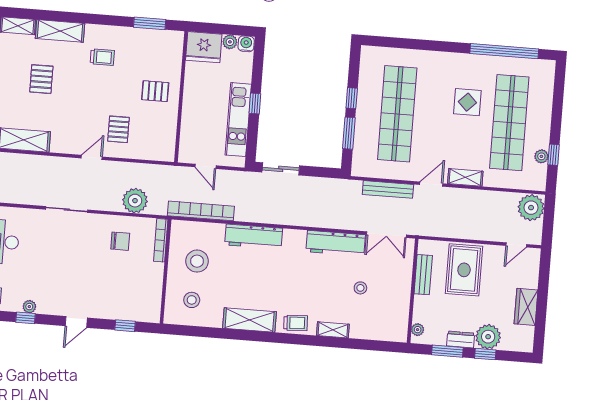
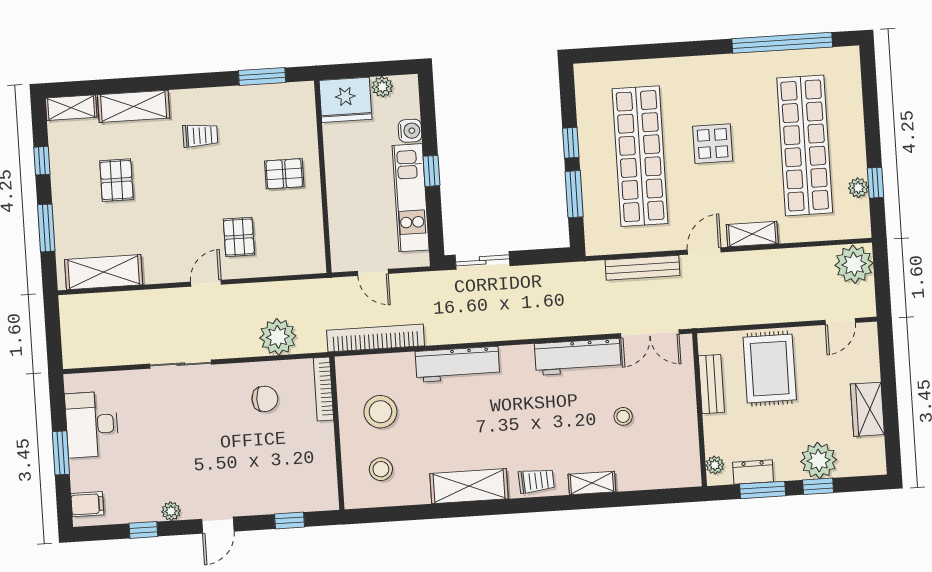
water cooler: (246, 44) -> (410, 131), moved, turned 90
display table: (467, 102) -> (713, 144), moved
plant: (29, 307) -> (171, 511), moved
dresser: (461, 339) -> (753, 472), moved

